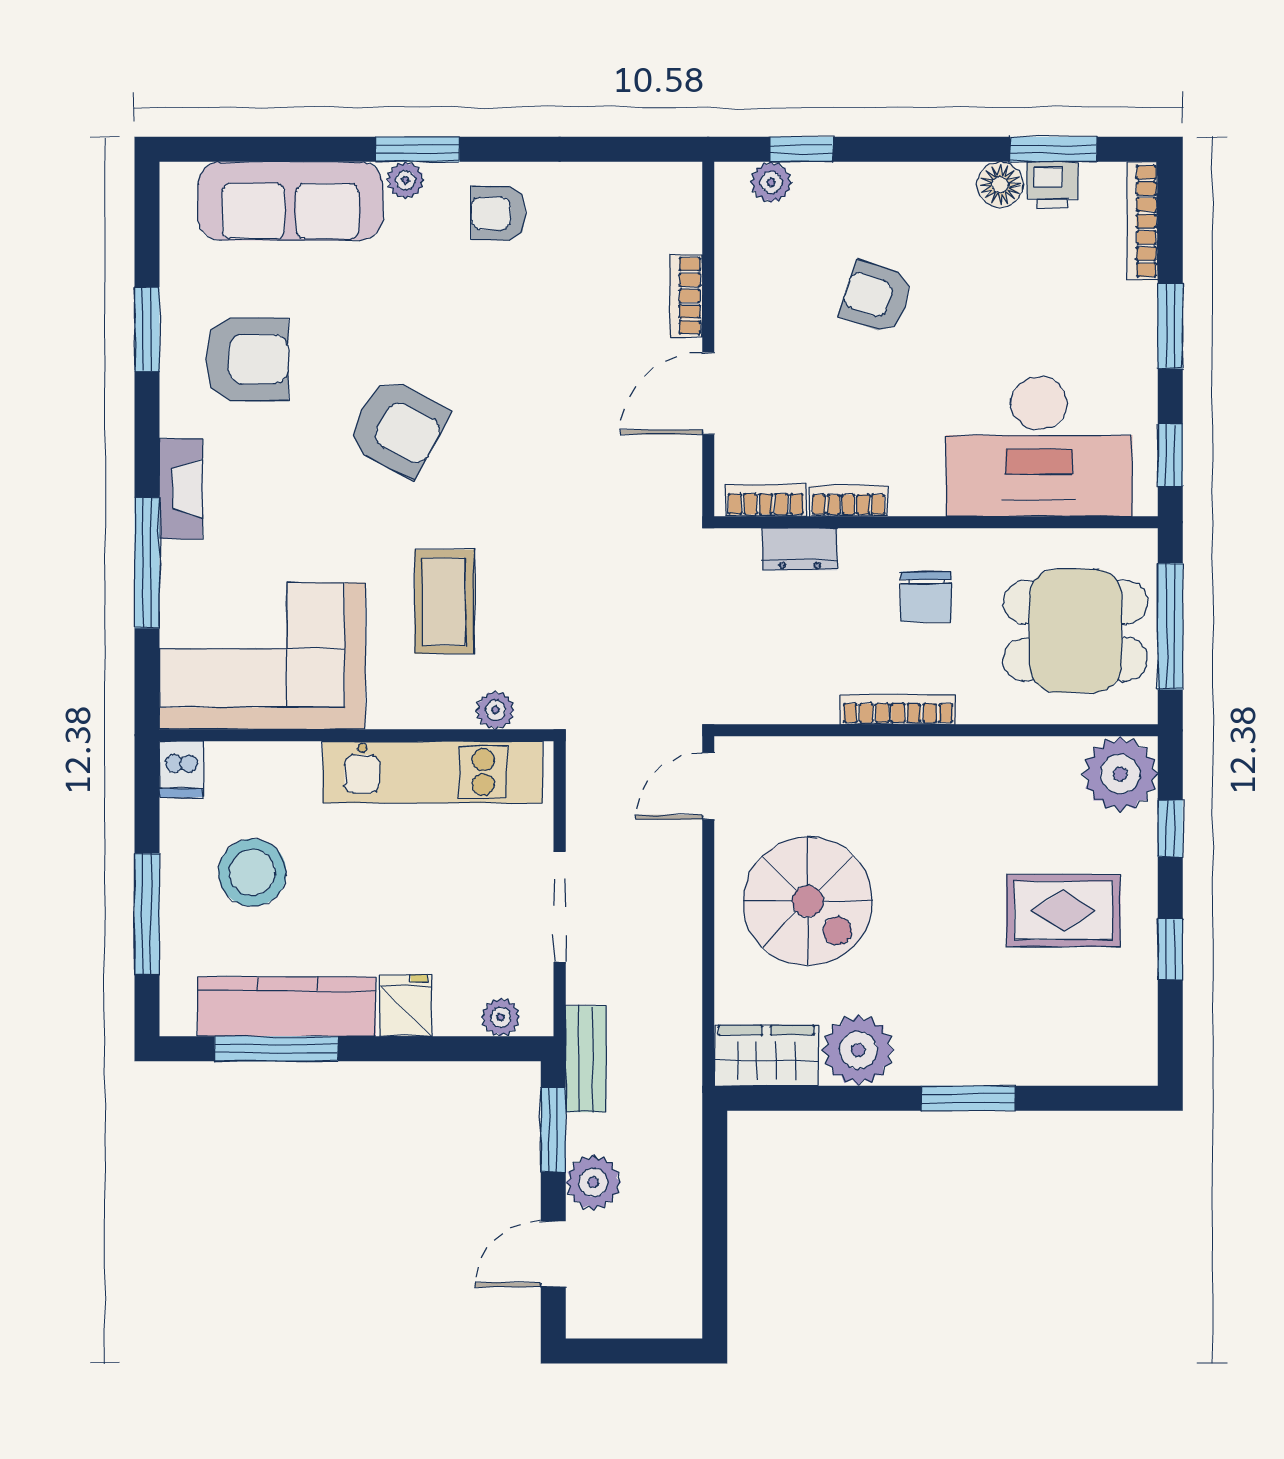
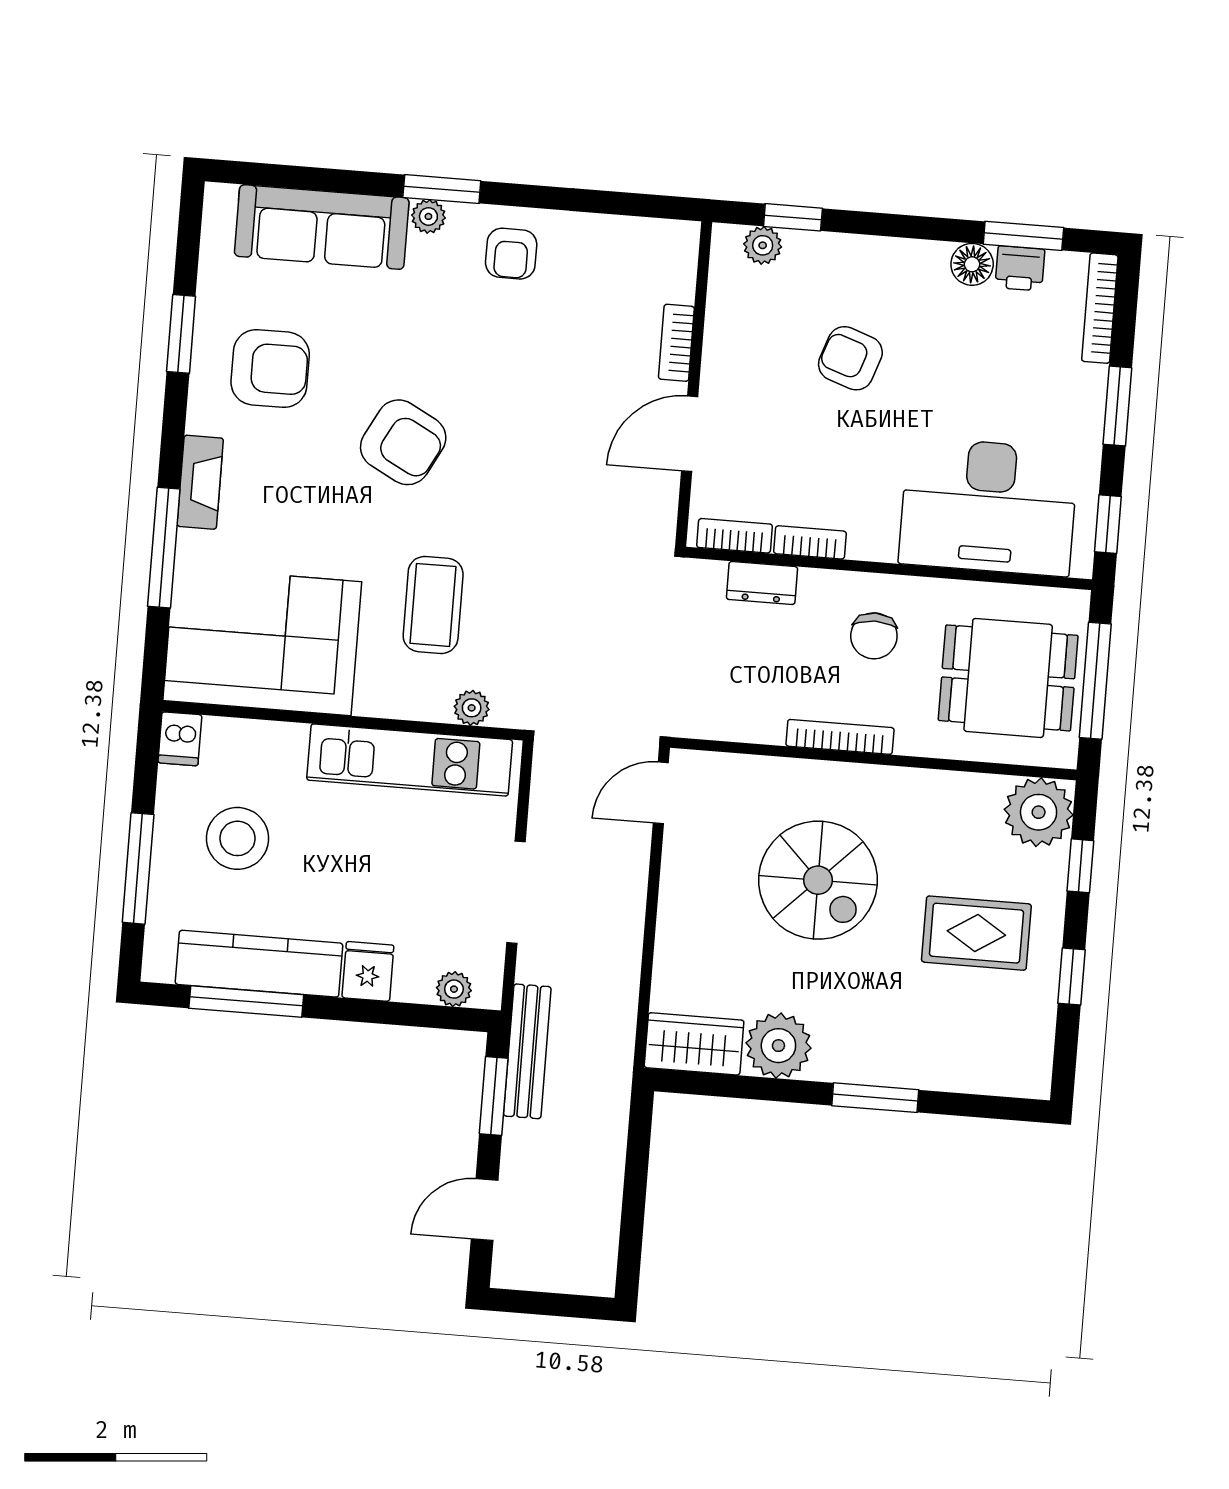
armchair: (499, 213) -> (511, 254), turned -90
spiral stairs: (808, 901) -> (818, 880), moved
bench: (586, 1059) -> (527, 1051), width x1.36
plant: (593, 1182) -> (526, 1147), removed

